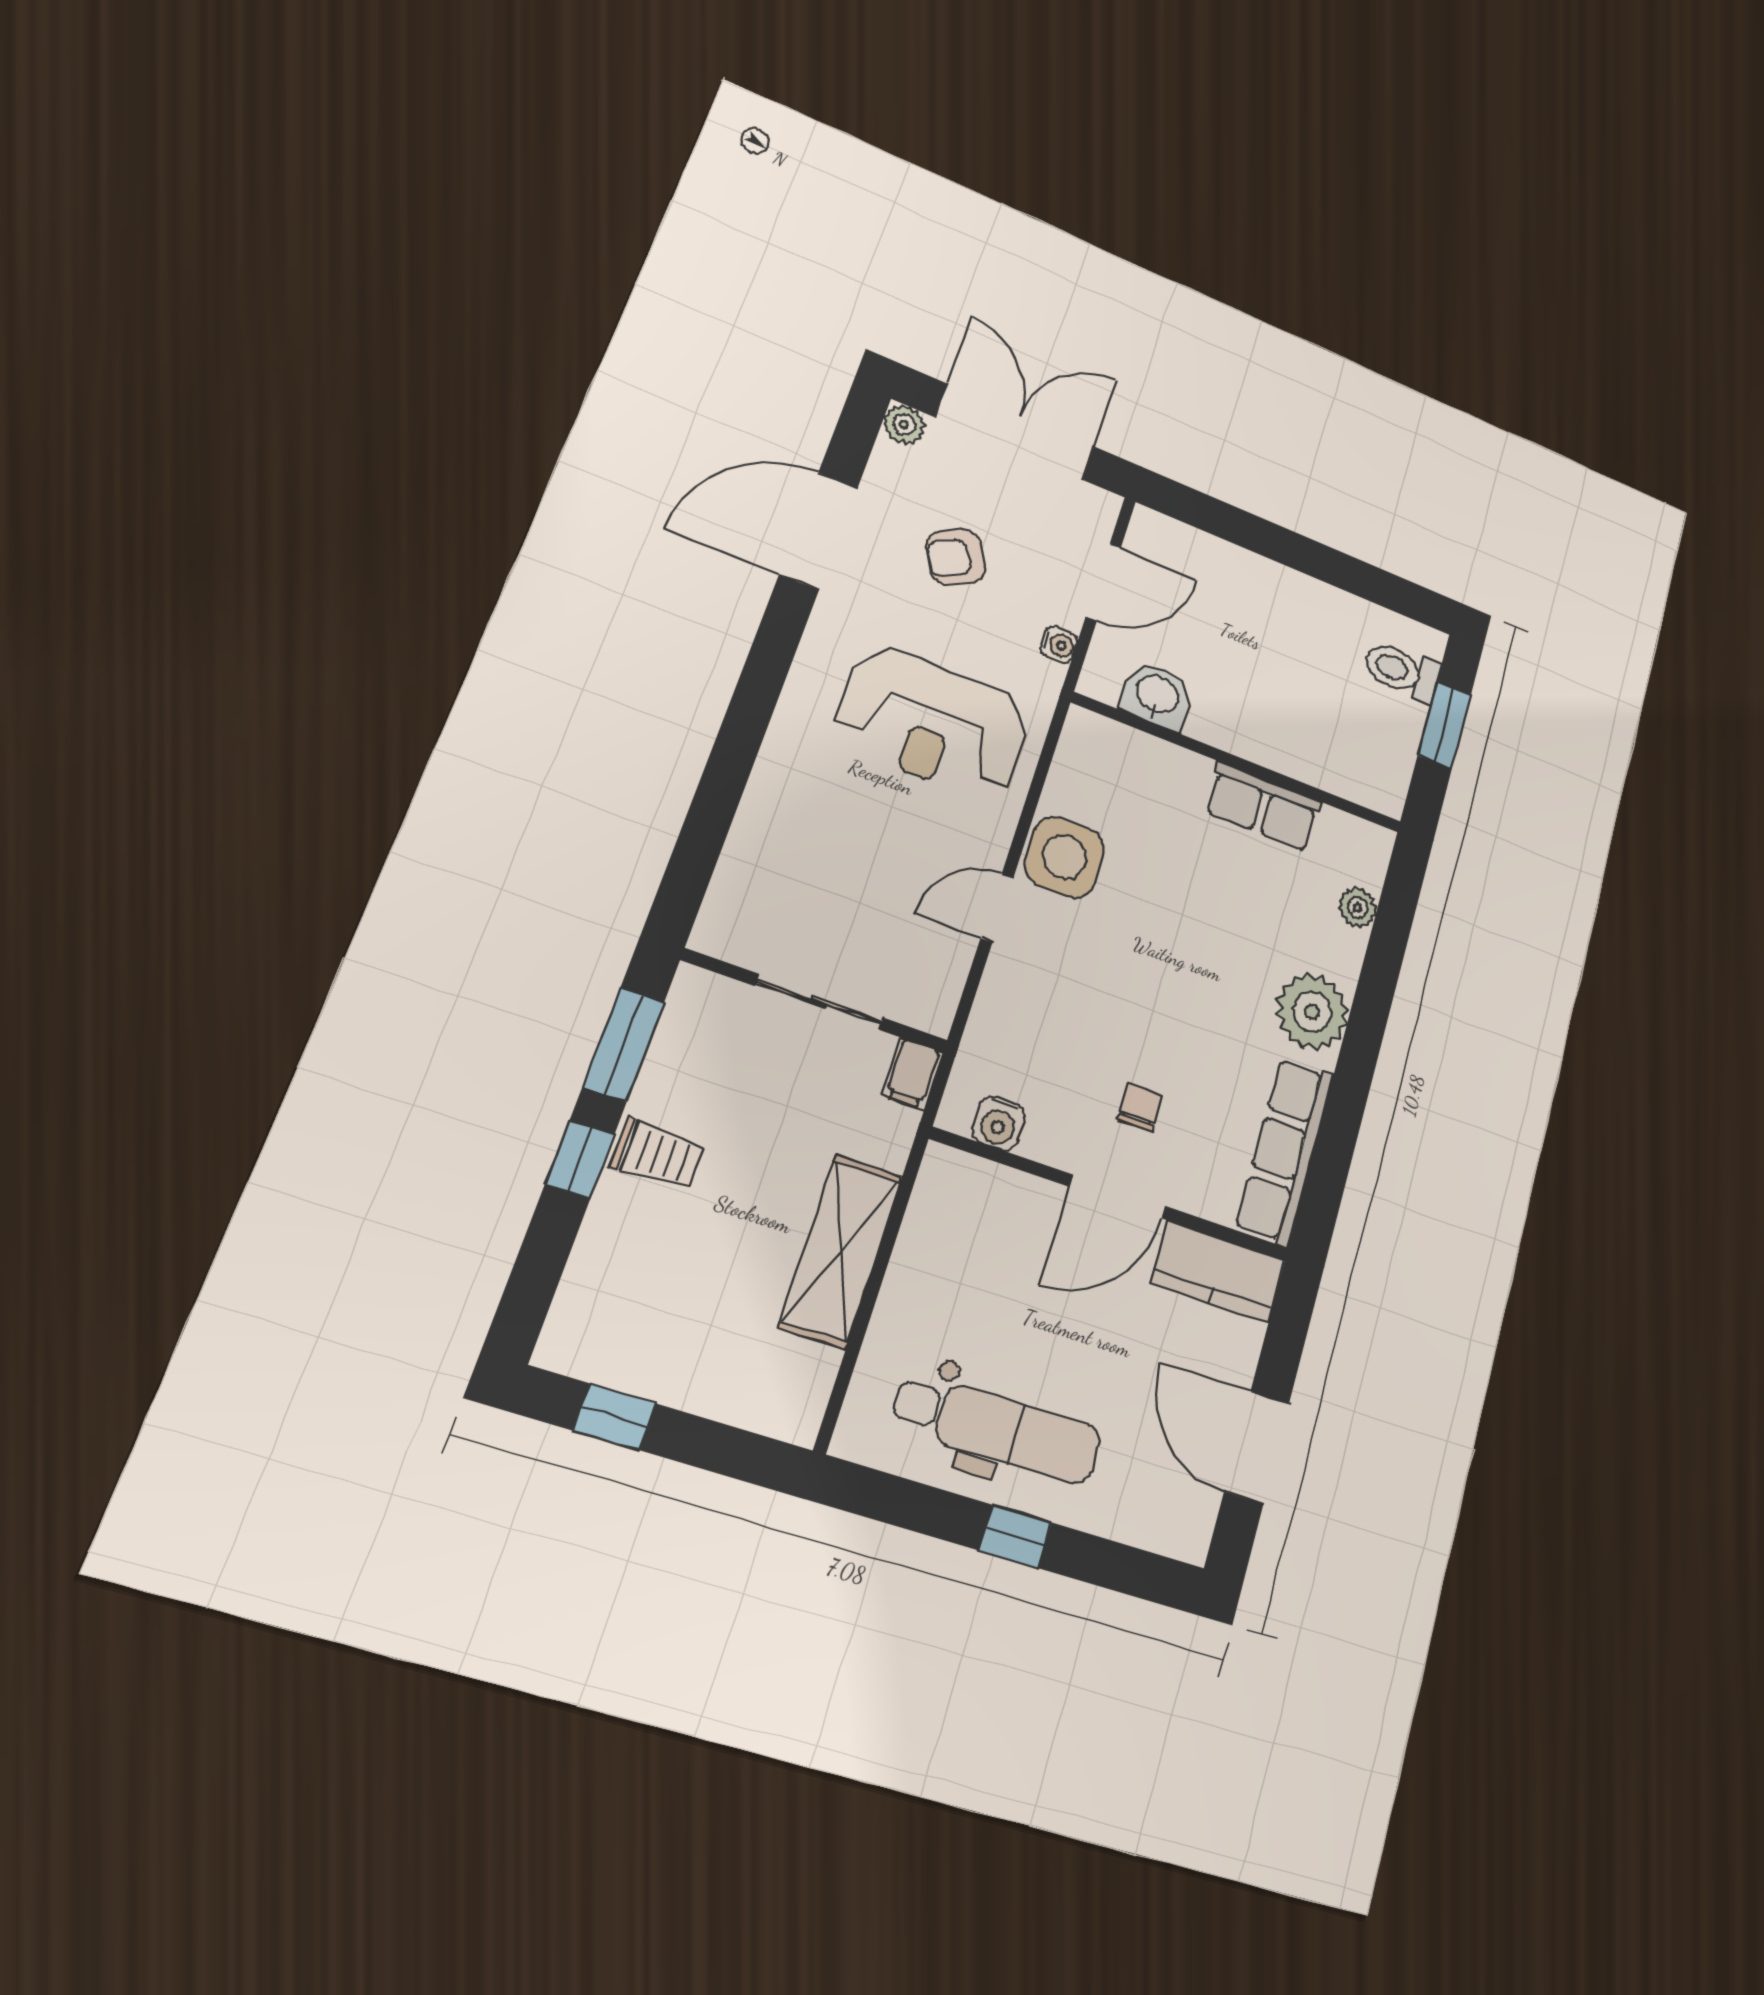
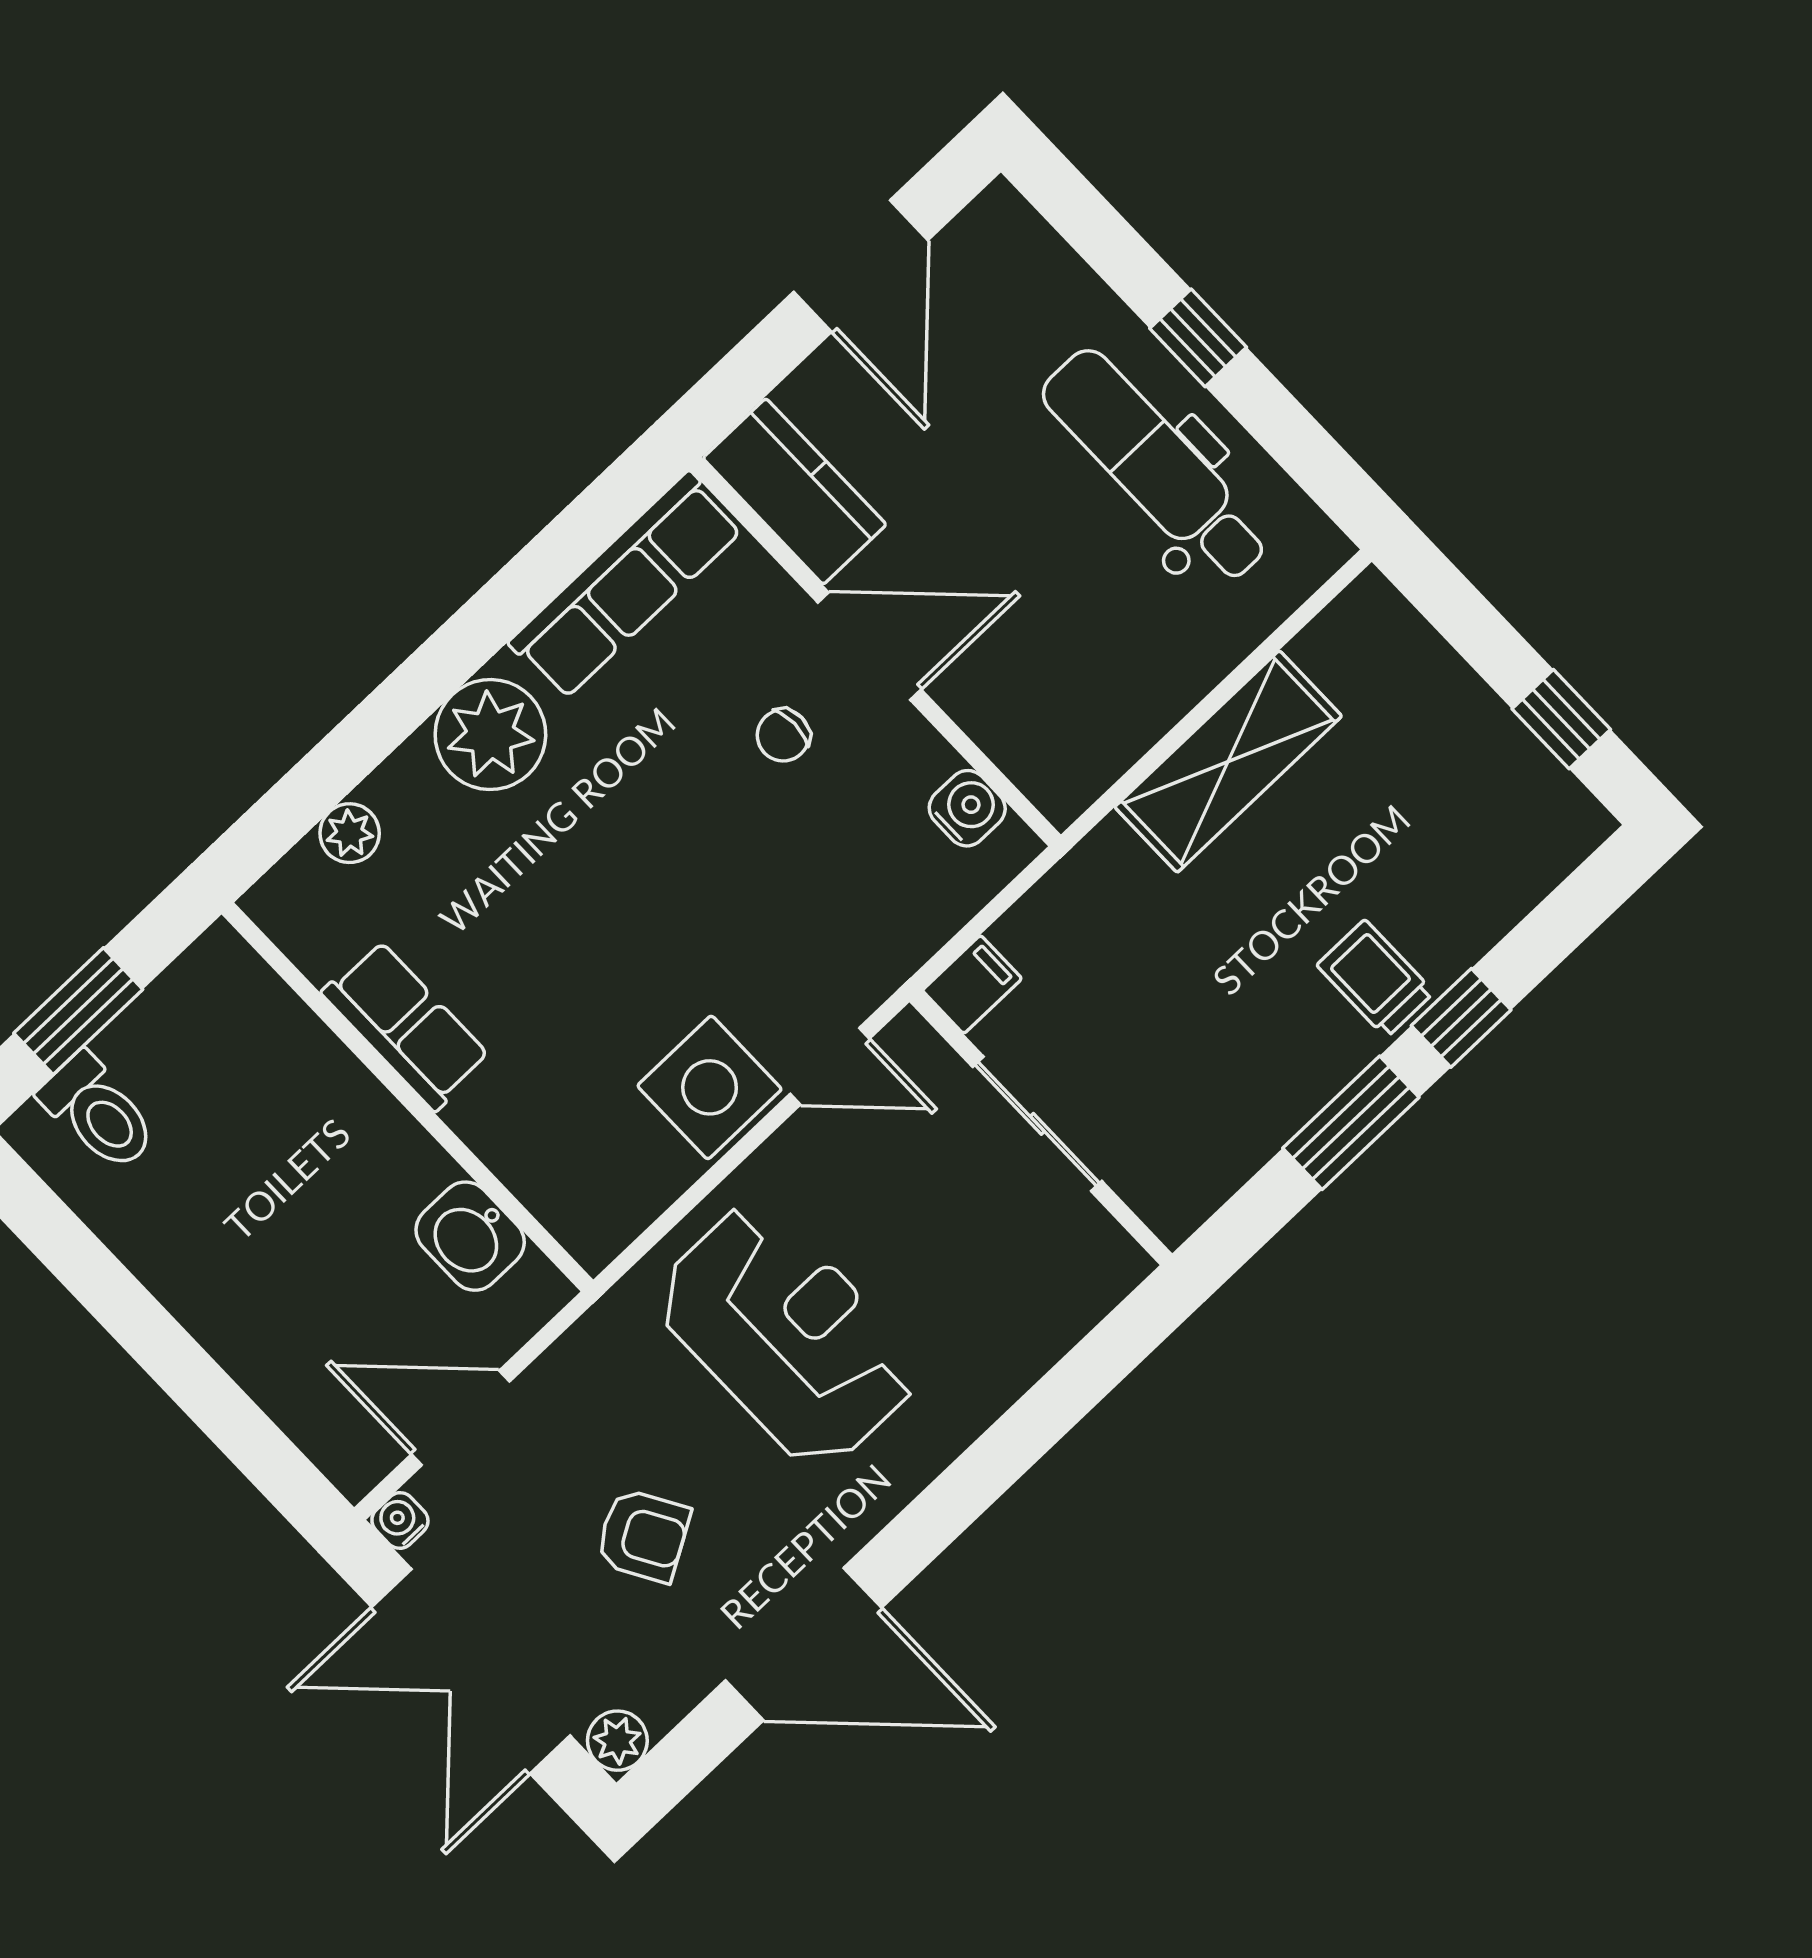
water cooler: (1059, 645) -> (400, 1521), moved
wall: (816, 1001) -> (1041, 1128), moved
sliding door: (819, 1002) -> (1037, 1124), moved
filing cabinet: (912, 1074) -> (972, 984), moved

